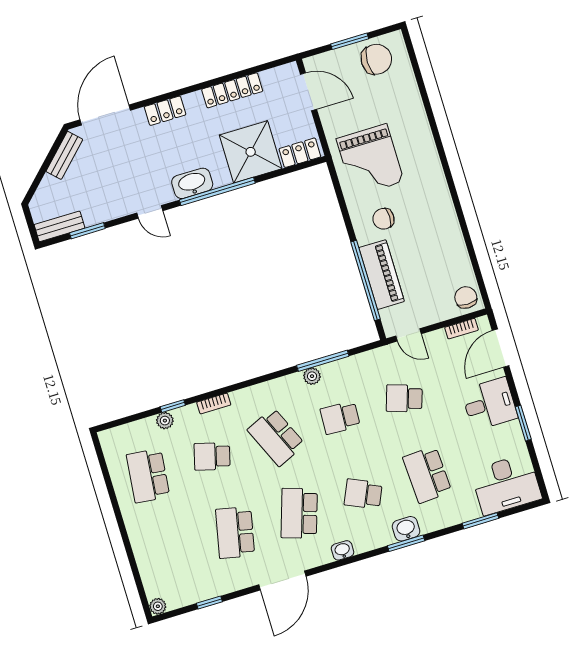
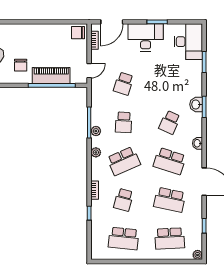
door: (501, 348) -> (112, 22), hinge flipped
desk: (489, 404) -> (146, 37), width x1.37
plant: (165, 421) -> (96, 152), moved
school desk: (427, 475) -> (170, 238), moved

